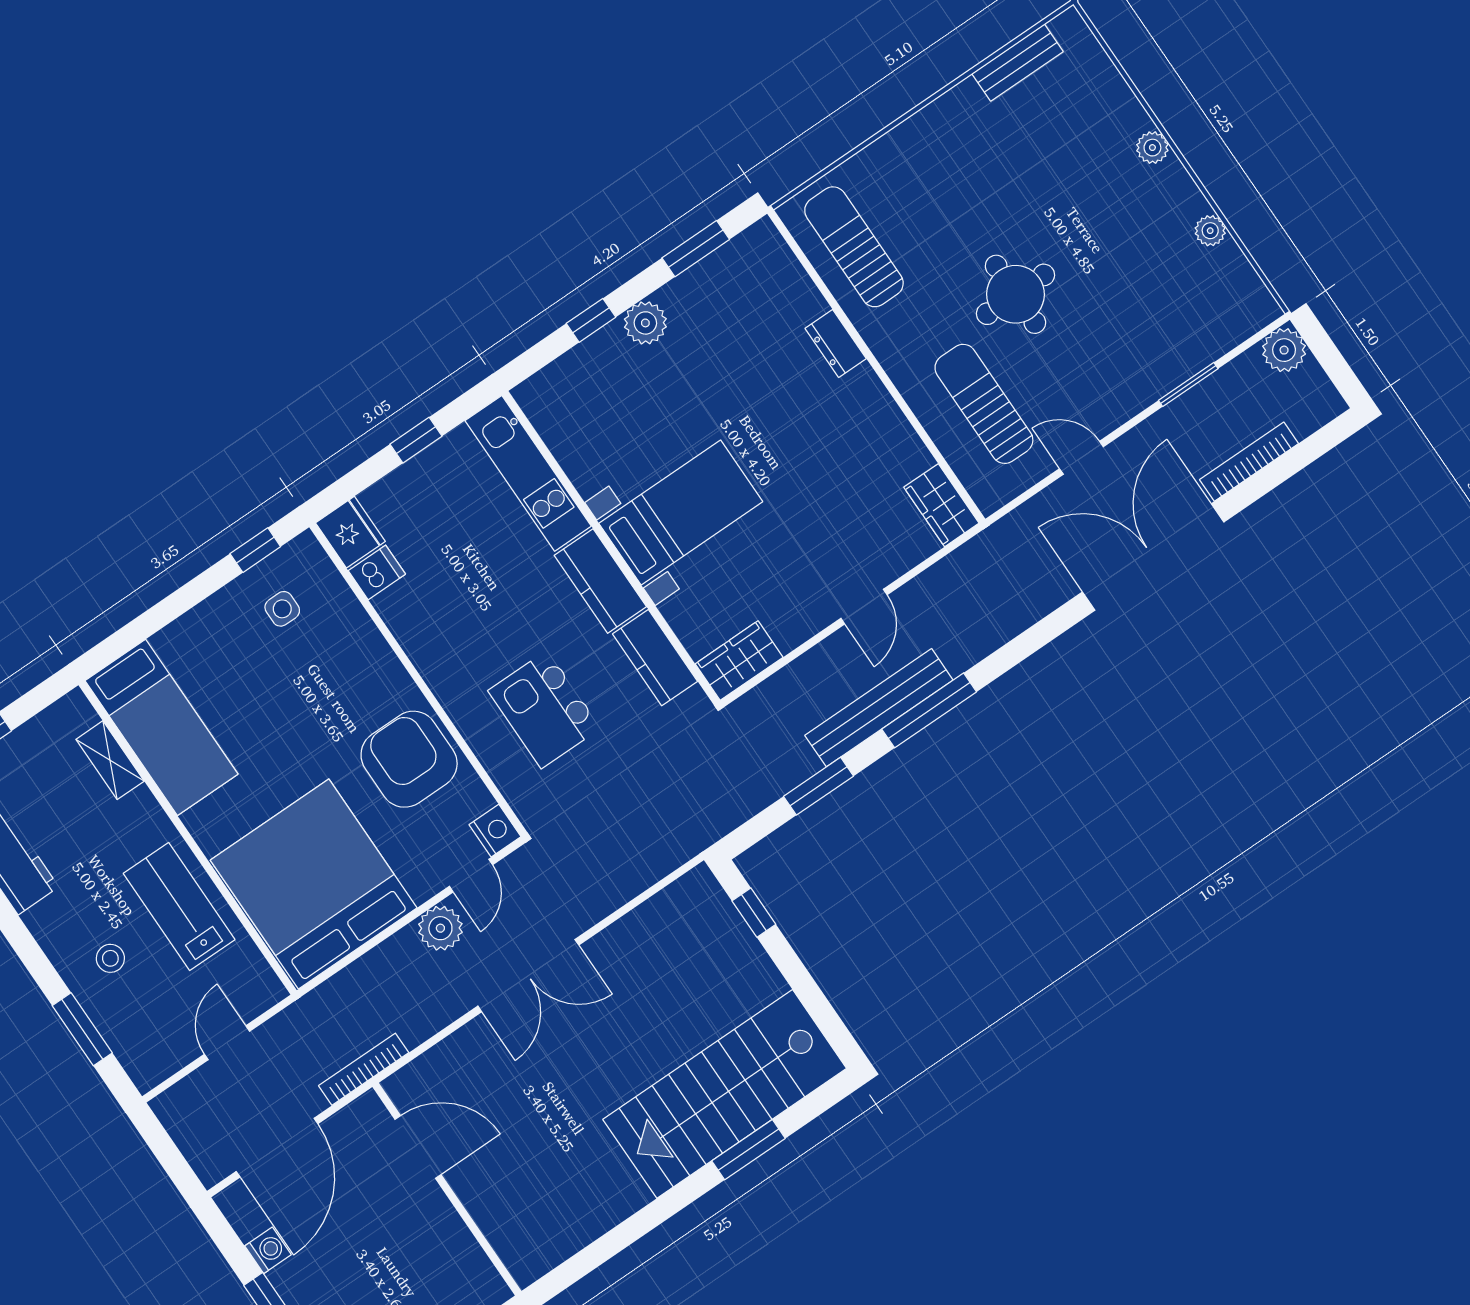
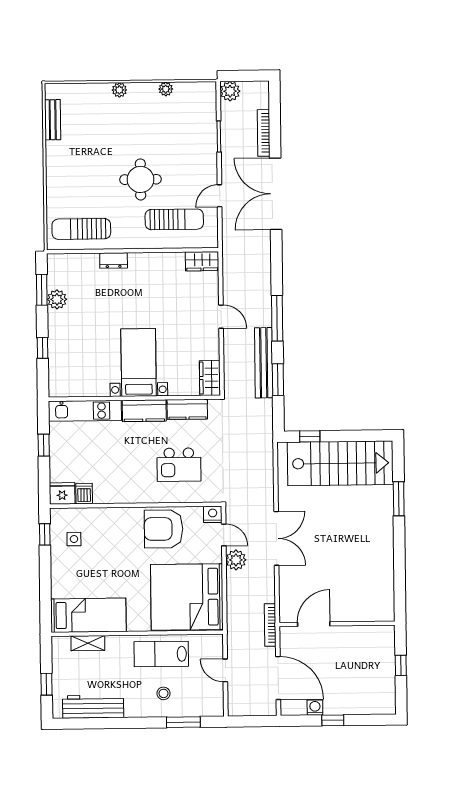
plant: (645, 323) -> (57, 299), moved
sun lounger: (984, 404) -> (174, 219), turned 180
bench: (879, 708) -> (264, 363), moved
stairs: (725, 1094) -> (340, 463), moved, turned -90

